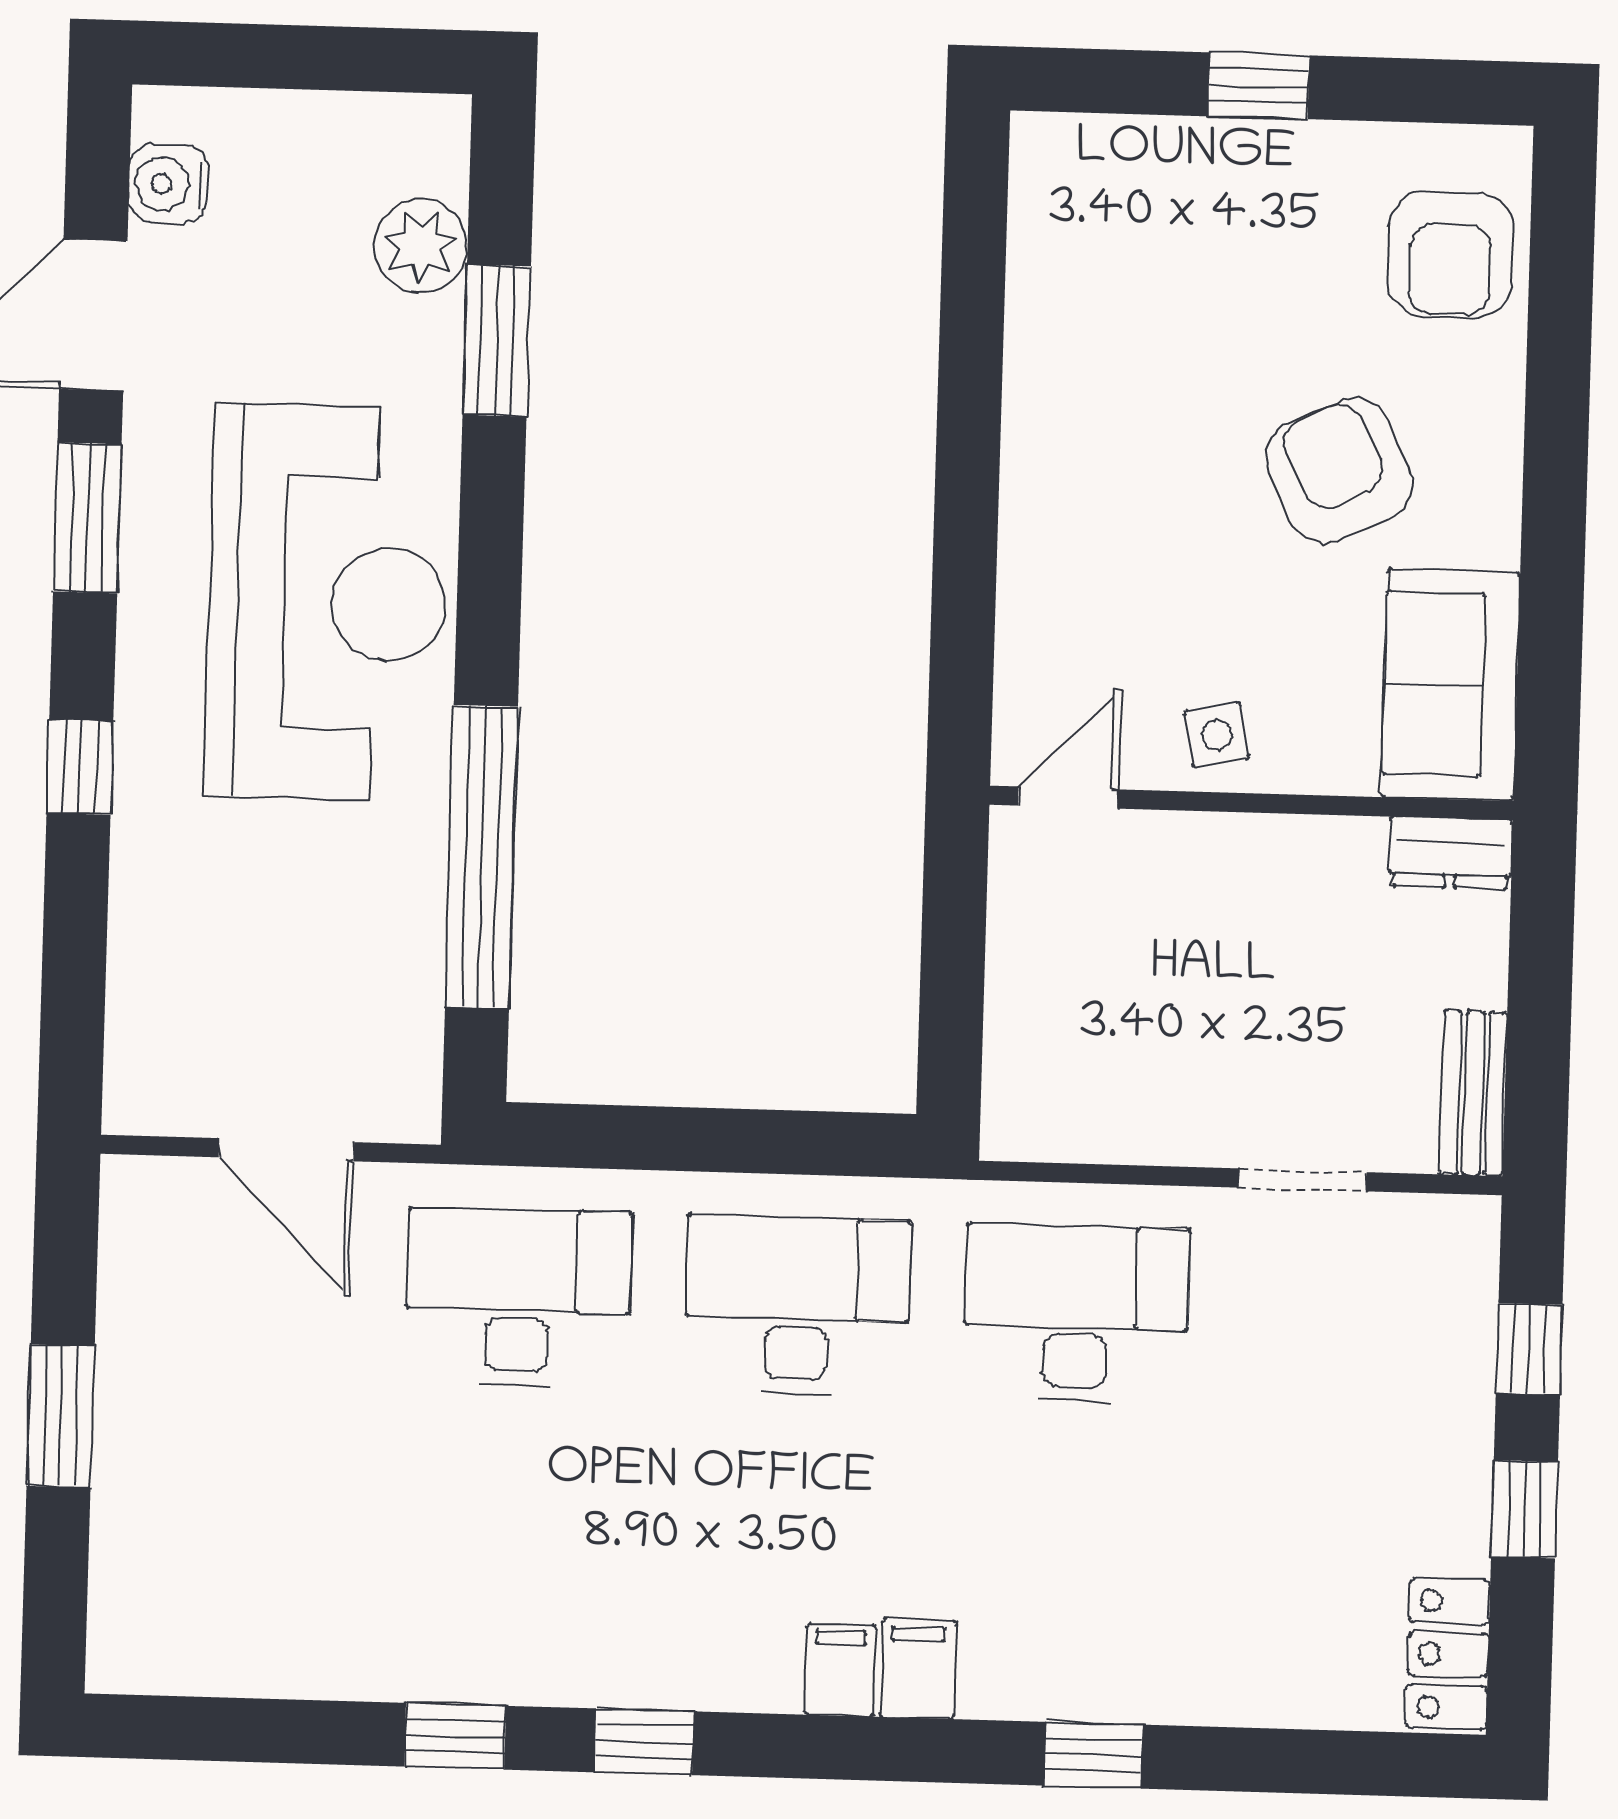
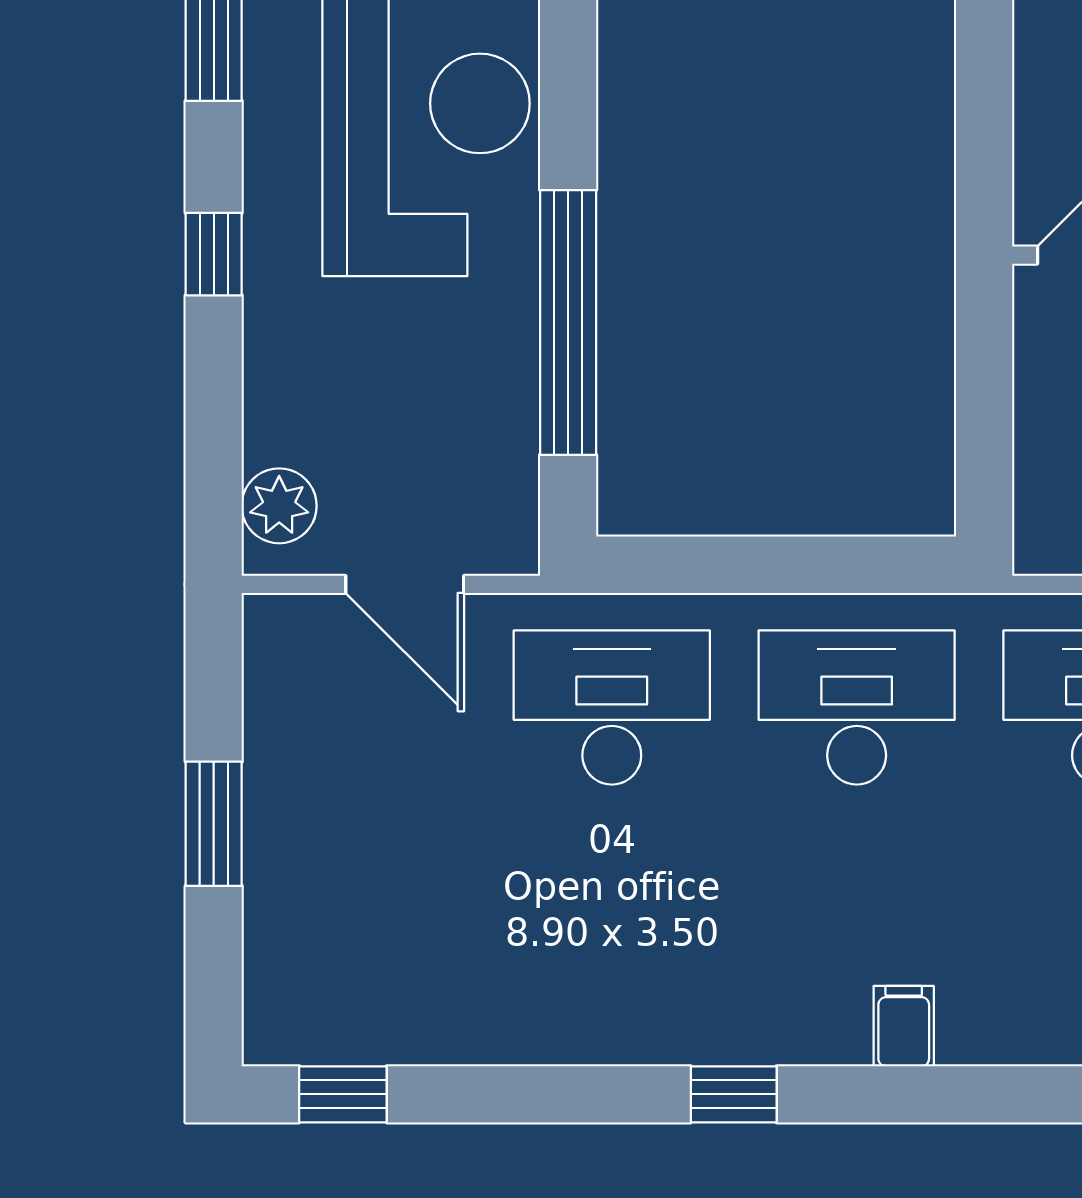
plant: (146, 1056) -> (279, 506), added
filing cabinet: (918, 1669) -> (972, 1023), removed
window: (455, 1736) -> (343, 1094), moved

